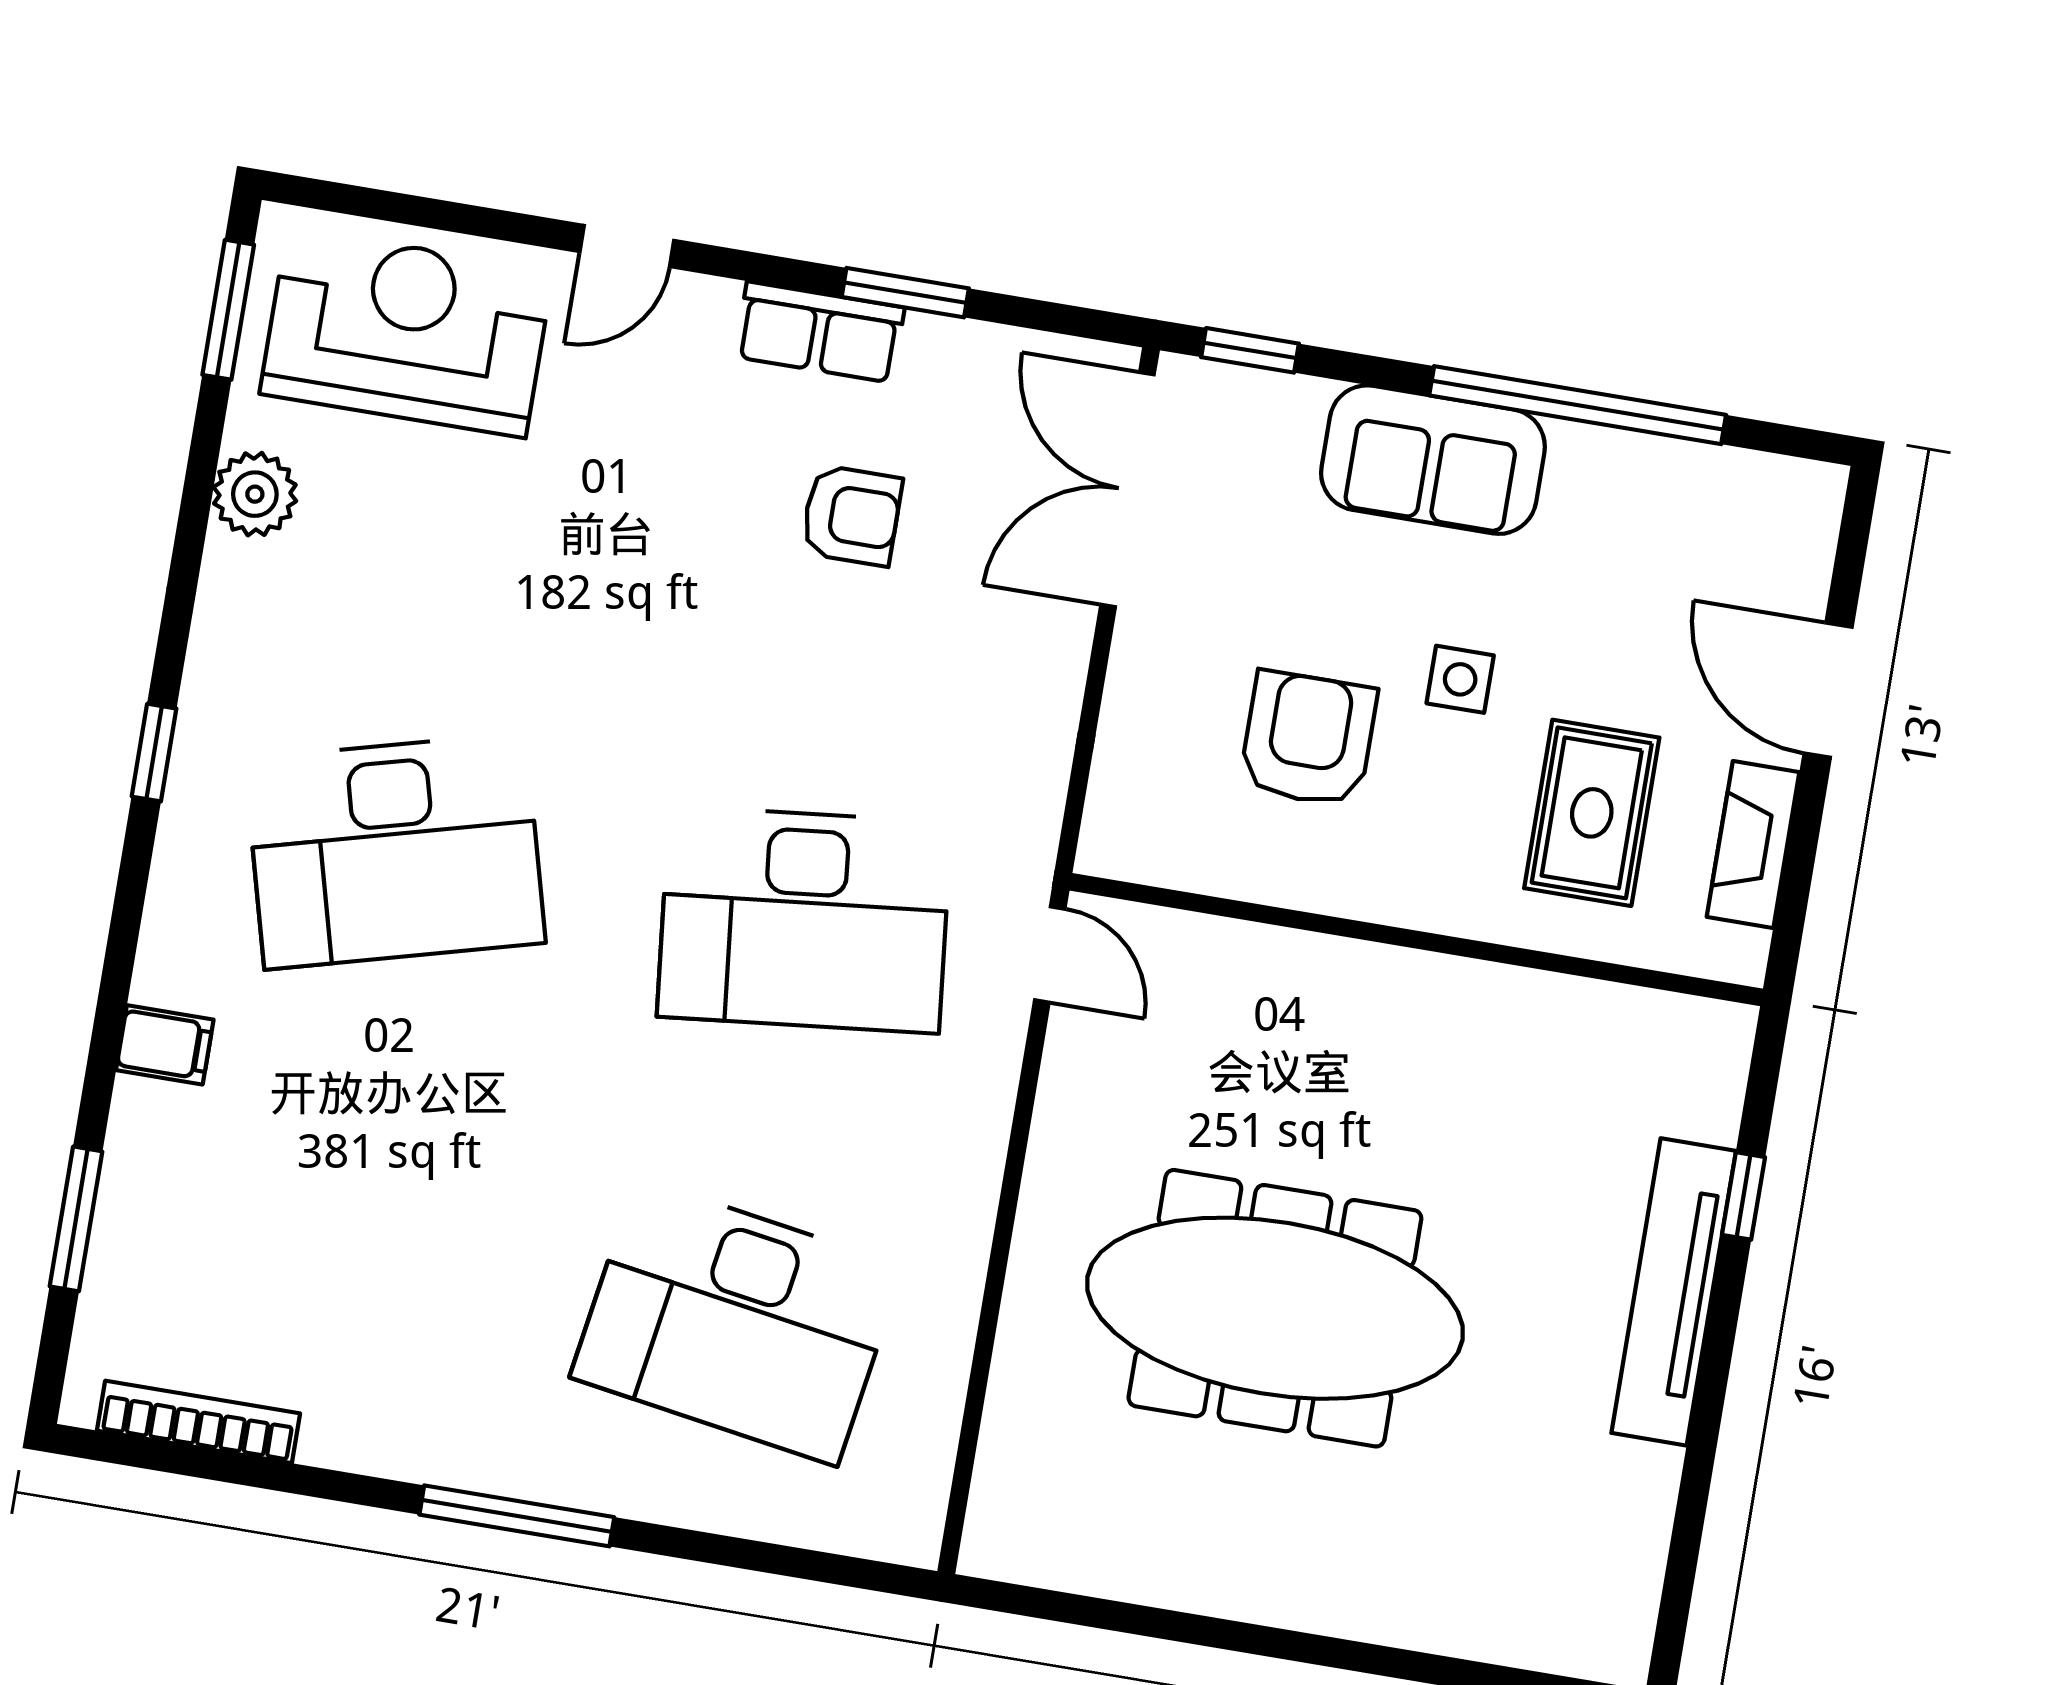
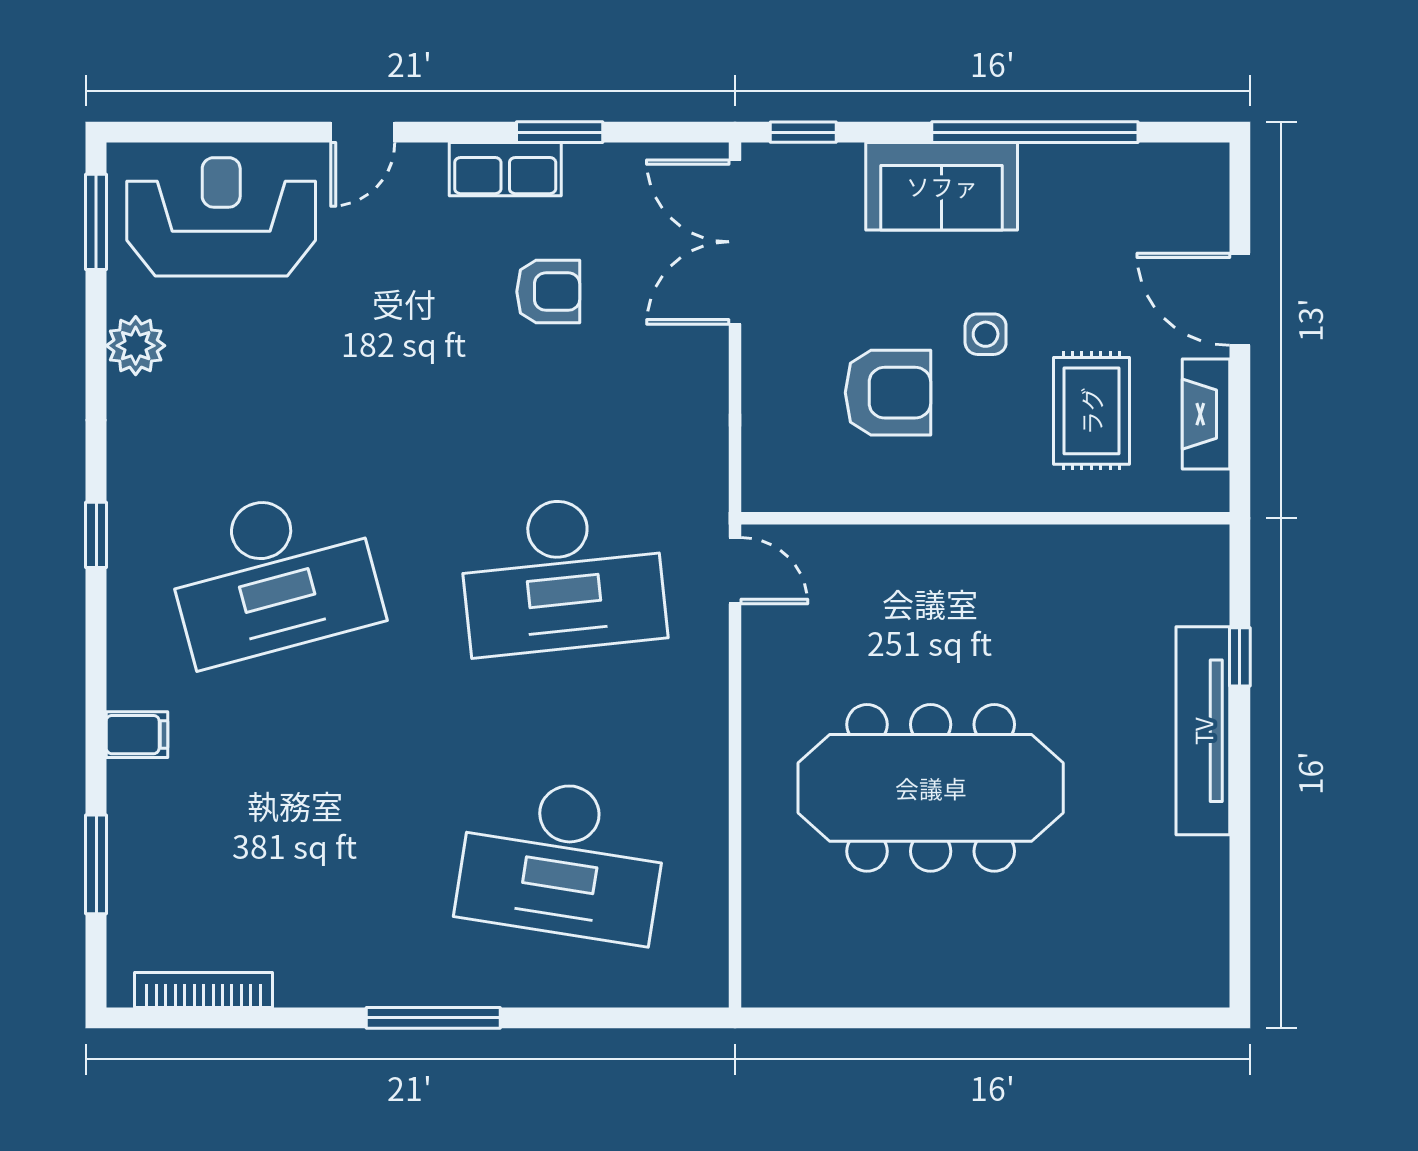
armchair: (1308, 739) -> (888, 393), turned 90

